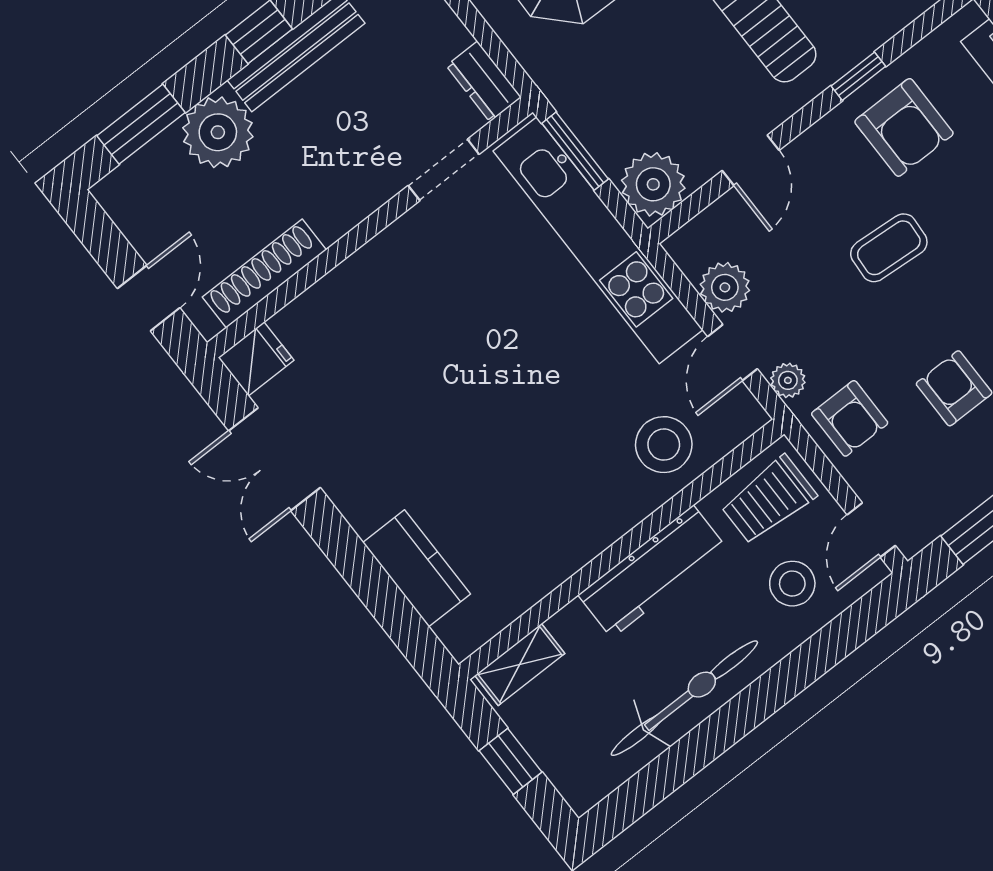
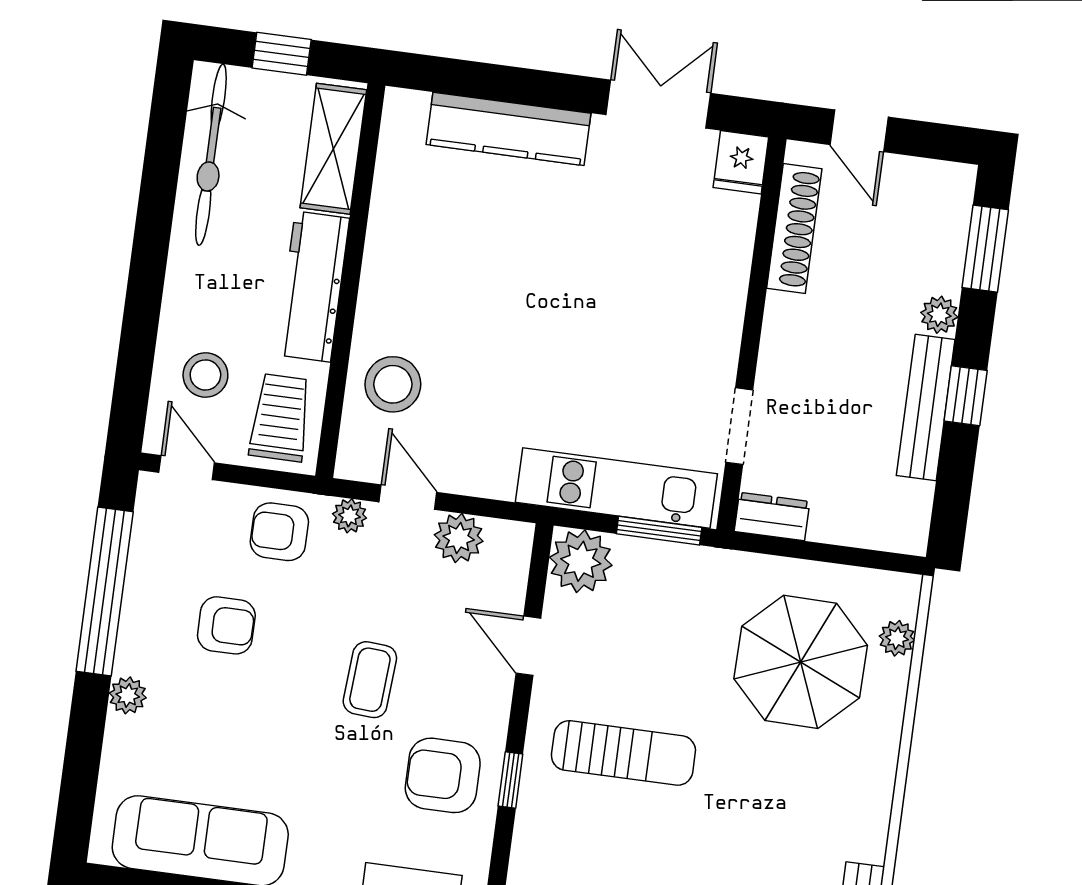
plant: (218, 132) -> (939, 315), width x0.53, depth x0.53
kitchen unit: (598, 240) -> (616, 488), width x0.73
kitchen counter: (417, 568) -> (508, 129), width x1.50
shelving: (520, 664) -> (333, 149), width x1.50, depth x1.33
bicycle: (684, 698) -> (211, 155), moved

